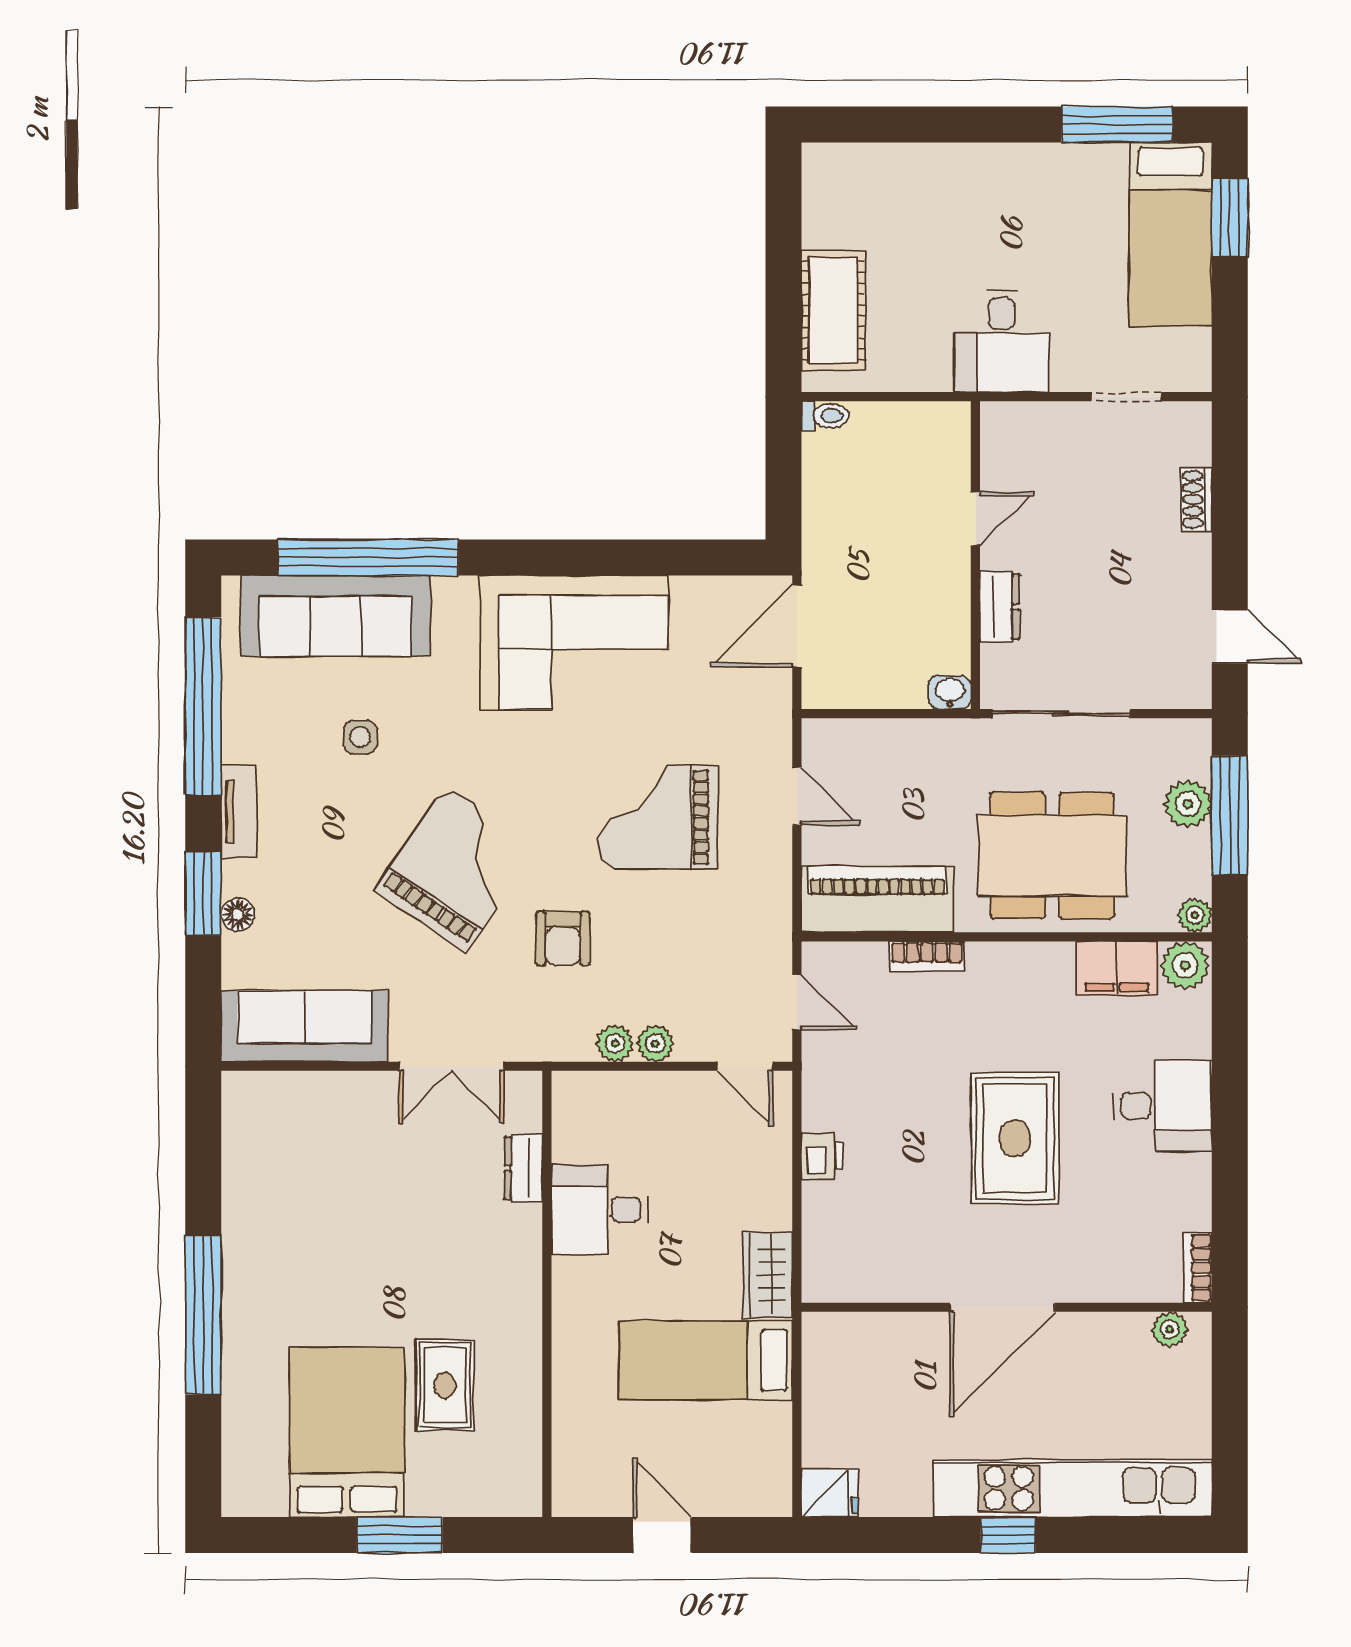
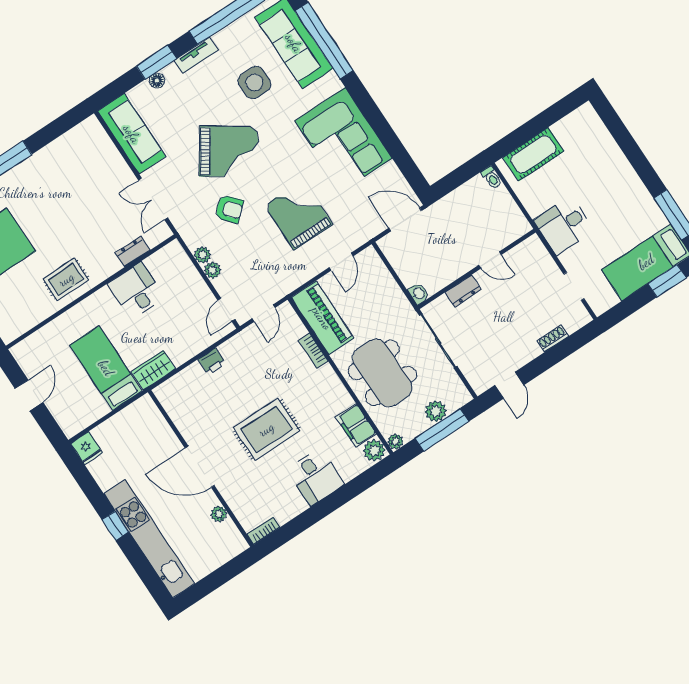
side table: (360, 737) -> (254, 82), width x1.87, depth x1.87
armchair: (563, 939) -> (229, 209), turned -132
plant: (1170, 1329) -> (219, 514), moved
rug: (445, 1385) -> (66, 279), moved

